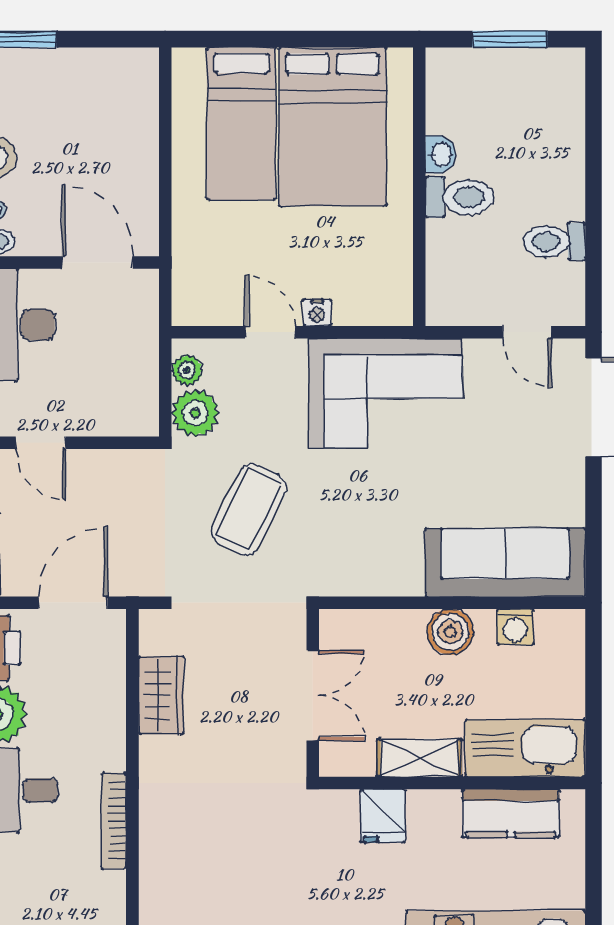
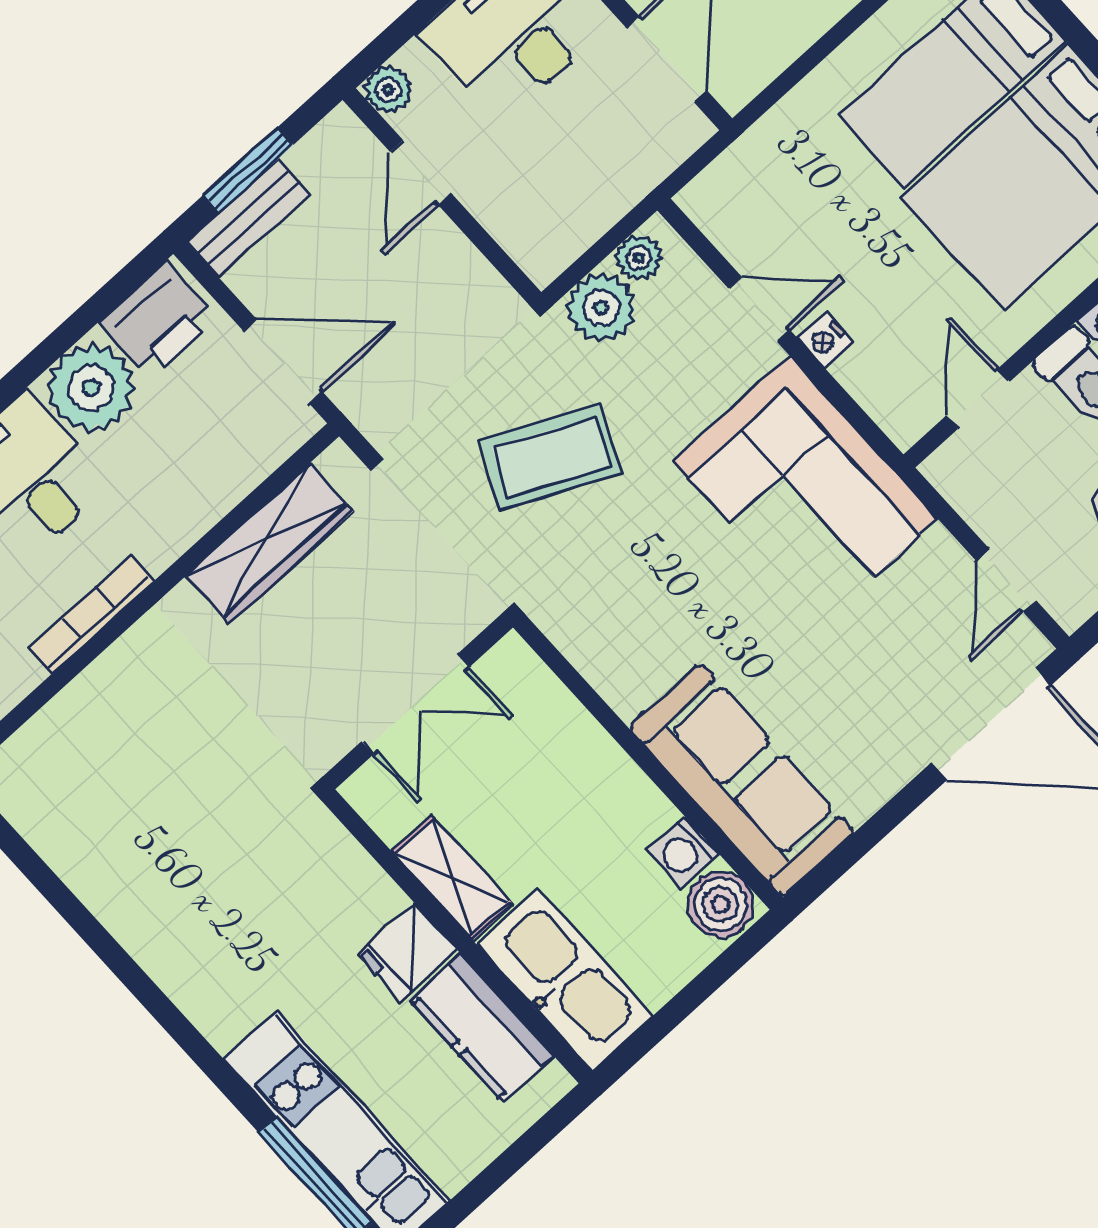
door: (419, 261) -> (978, 399), added
door: (270, 332) -> (759, 309), hinge flipped
boiler: (450, 632) -> (721, 904), moved
wardrobe: (161, 695) -> (269, 544), width x1.50
fridge: (383, 816) -> (407, 952), moved

